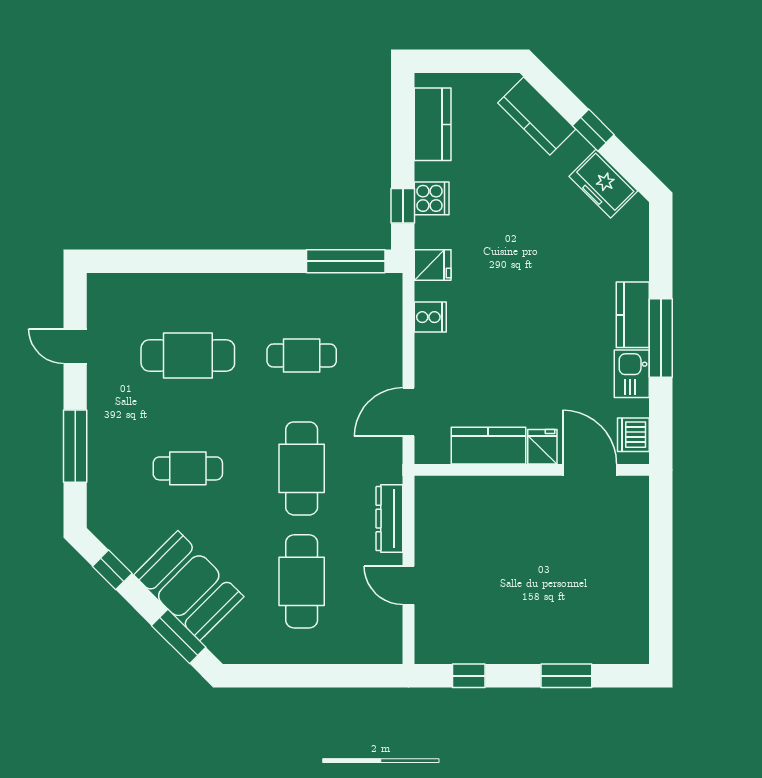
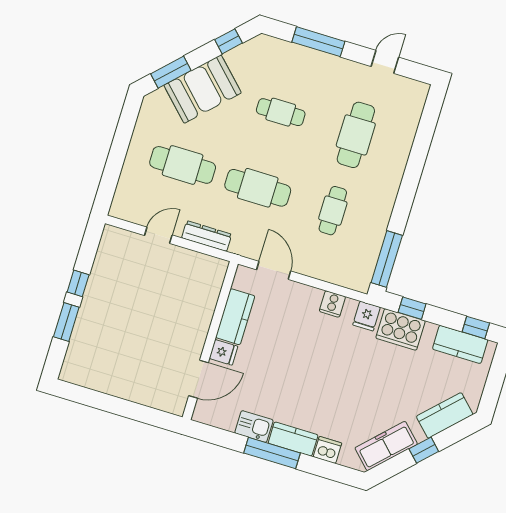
window: (403, 110) -> (476, 327), added
freezer: (603, 184) -> (386, 446), width x1.40
cooker: (432, 198) -> (400, 329), width x1.87, depth x1.31
dishwasher: (633, 435) -> (327, 450), moved
cafe table: (188, 468) -> (281, 112), turned 90
window: (469, 676) -> (78, 283), moved

